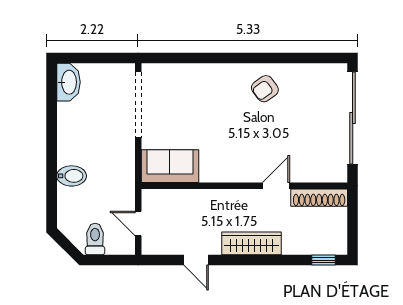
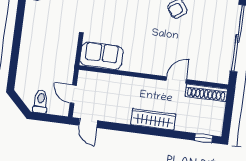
bidet: (72, 176) -> (30, 54), removed
door: (196, 260) -> (88, 123), moved

